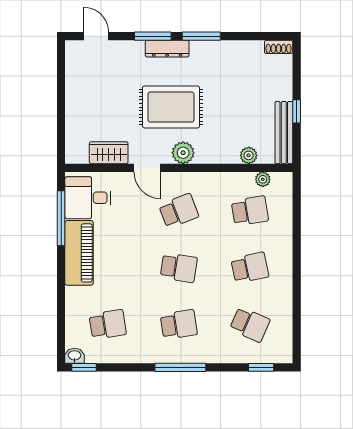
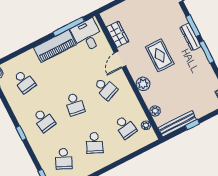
rug: (171, 107) -> (160, 55), width x0.73, depth x0.70
plant: (183, 153) -> (143, 84), moved
school desk: (250, 268) -> (95, 143), turned 36
window: (180, 367) -> (21, 133), width x0.46

